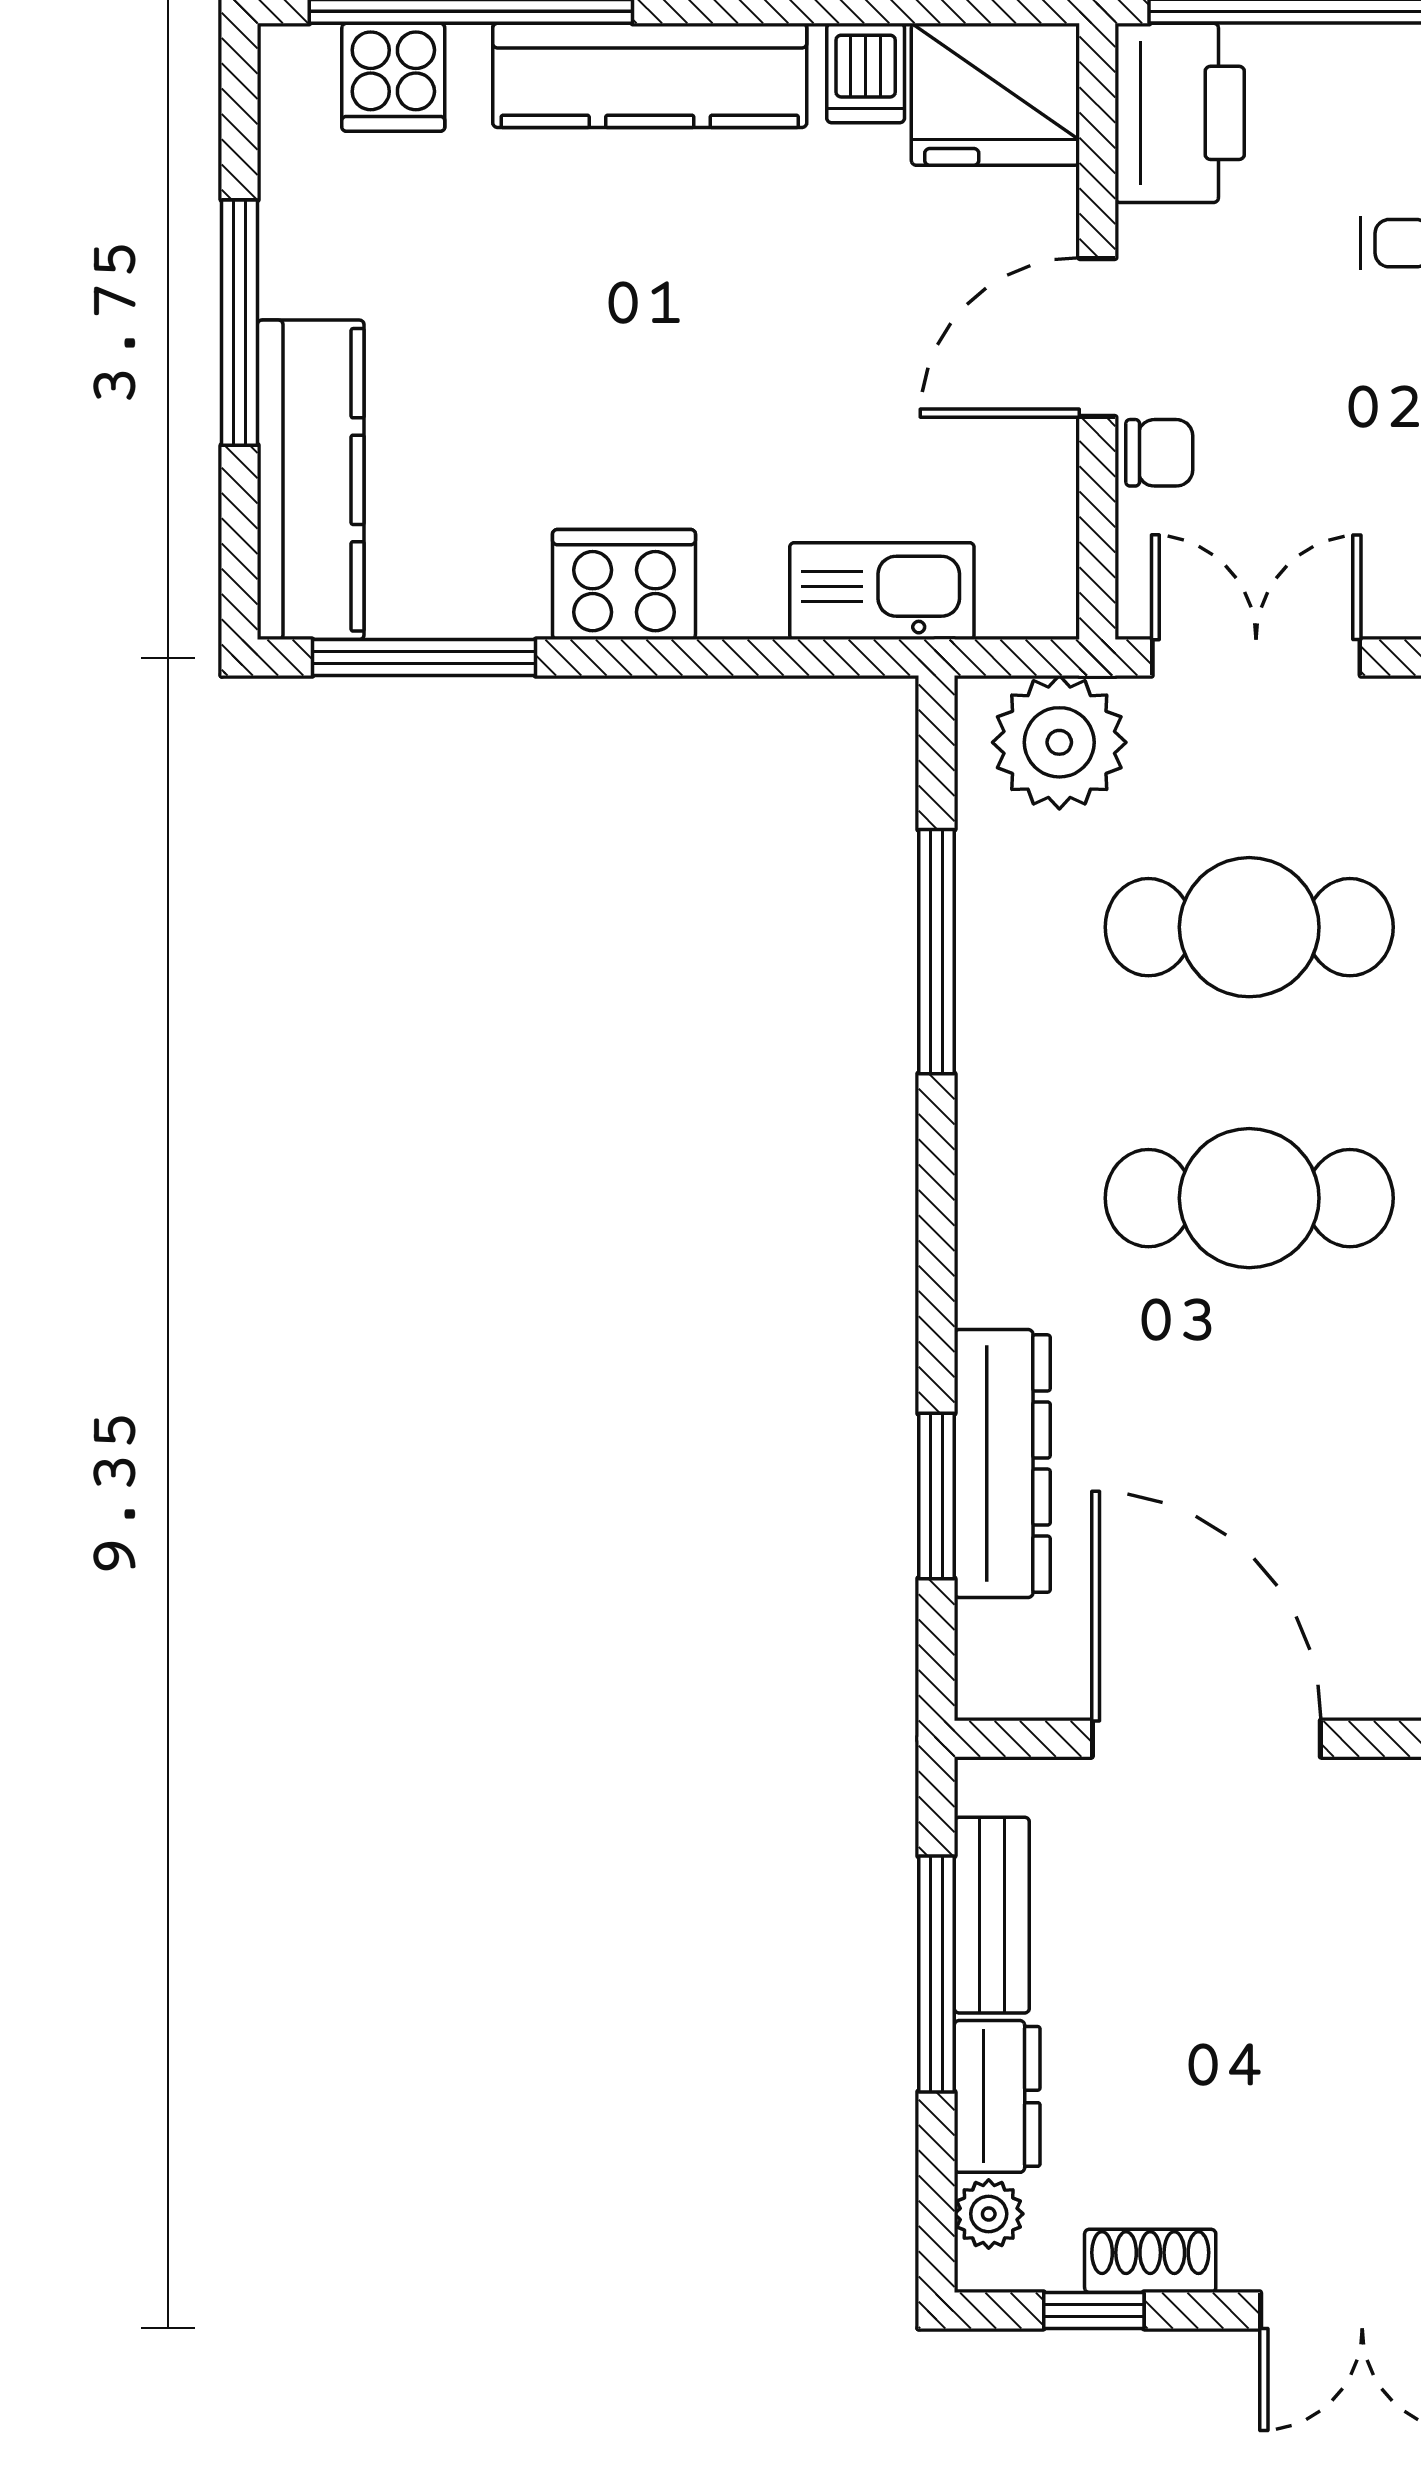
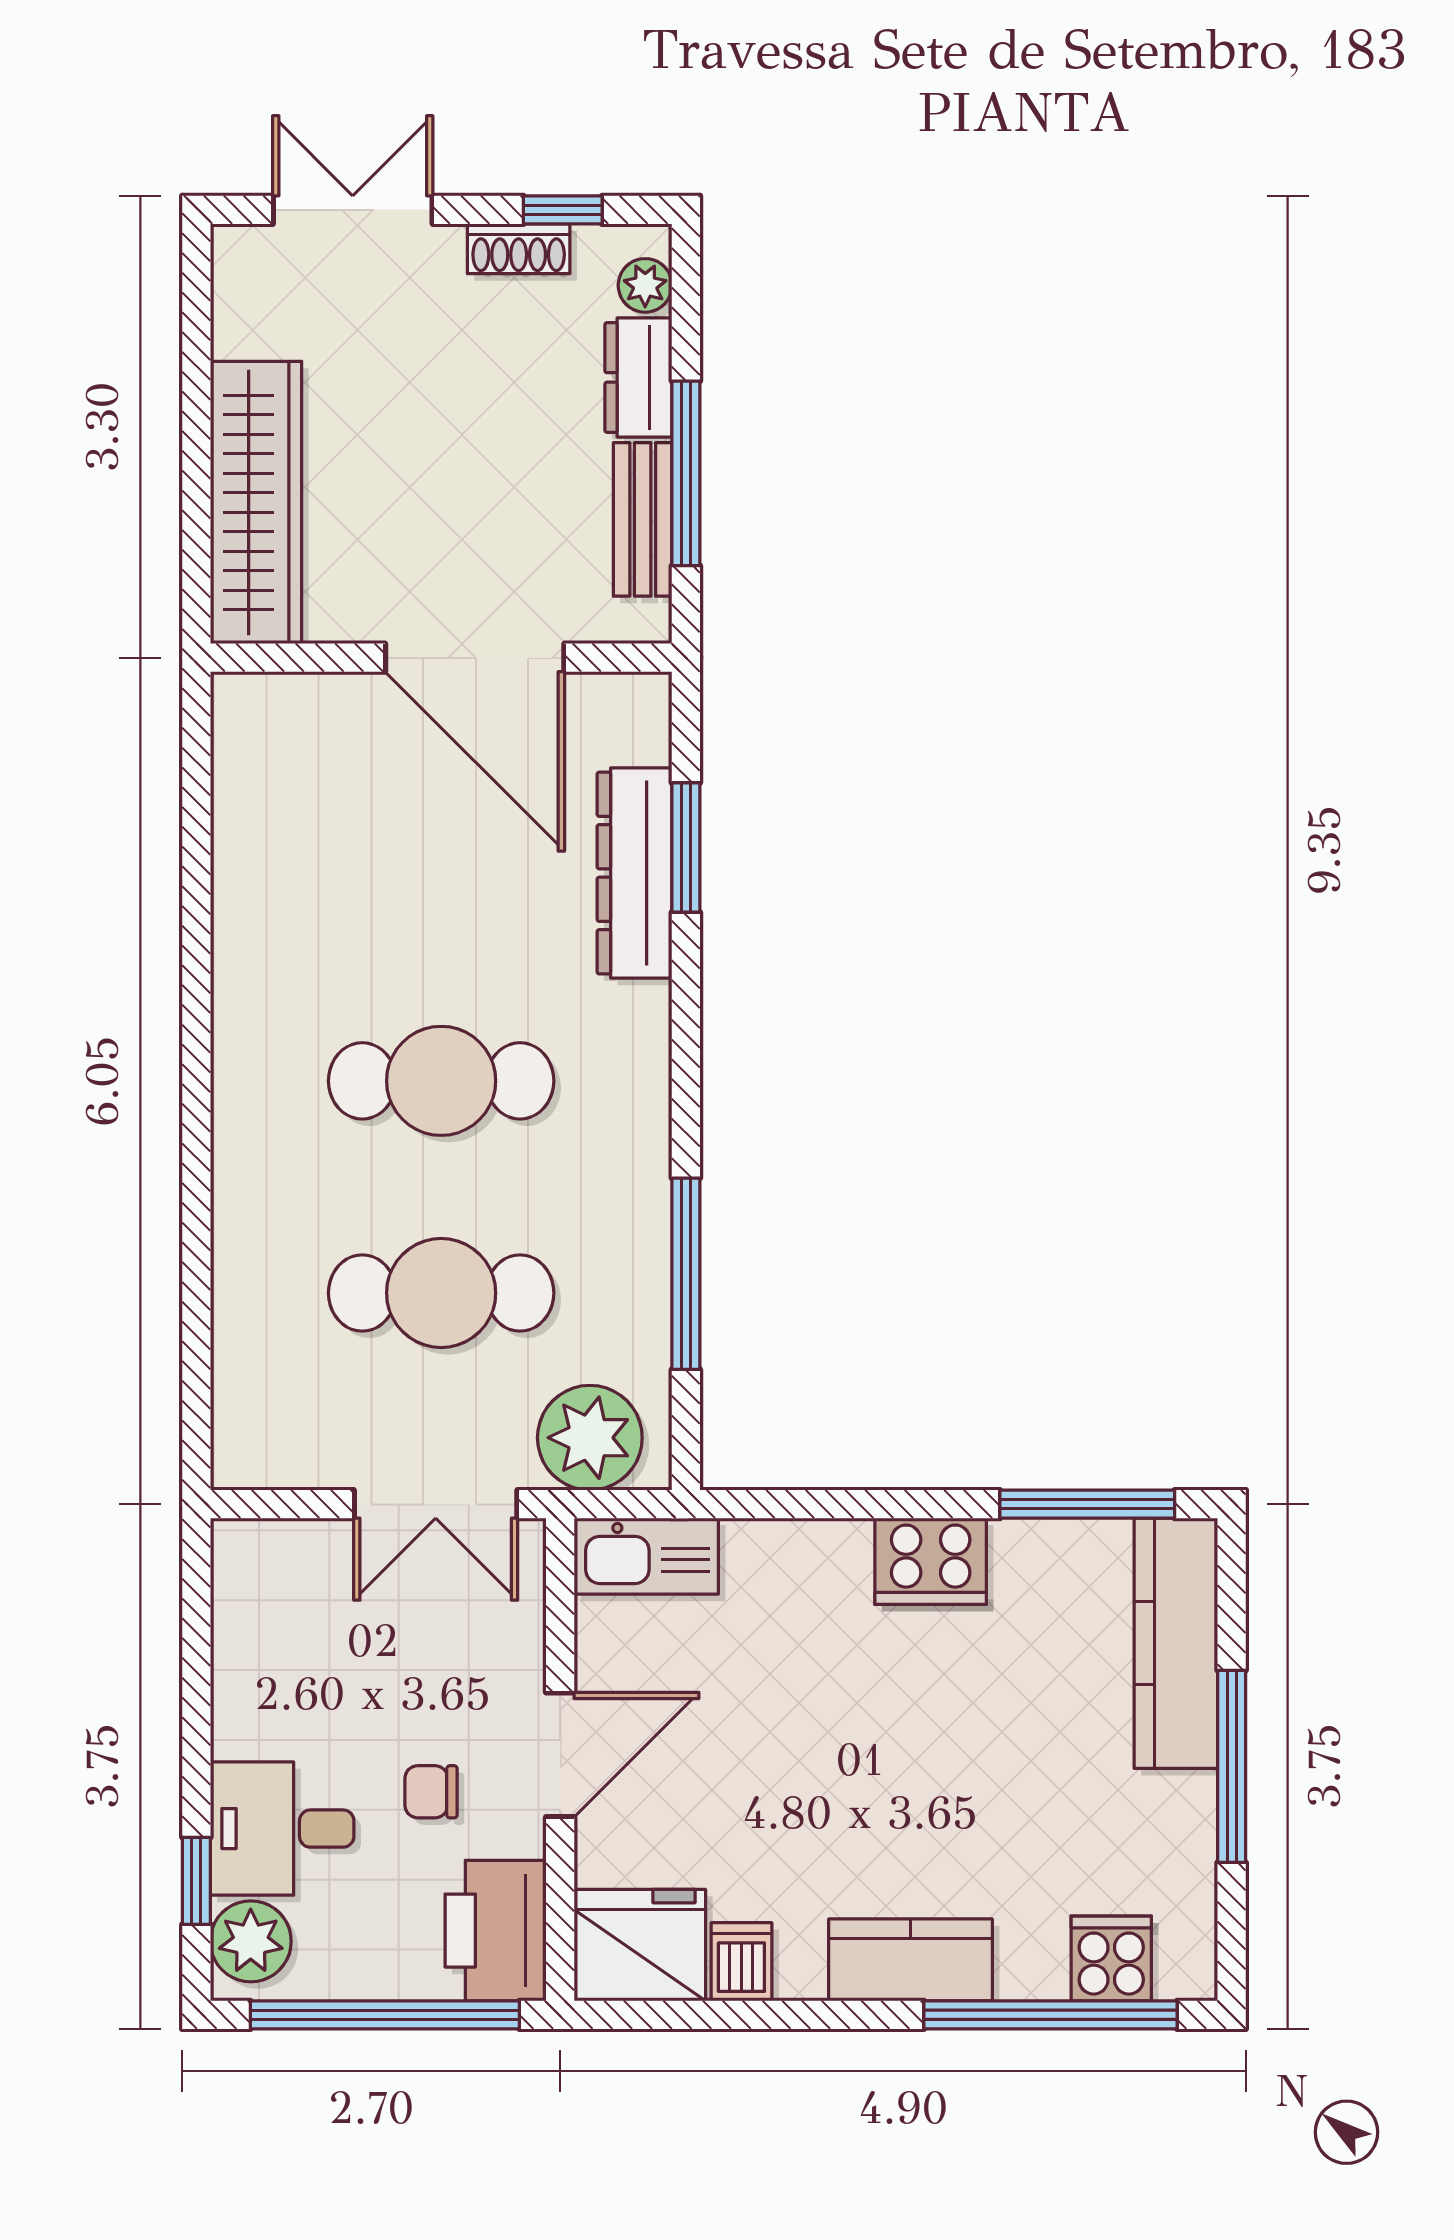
kitchen counter: (650, 75) -> (910, 1960), width x0.67
chair: (1159, 453) -> (431, 1792), moved
kitchen sink: (882, 591) -> (646, 1556), moved

